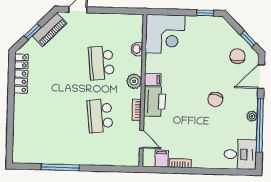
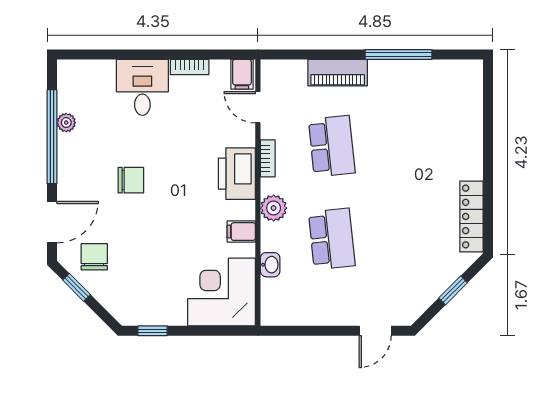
piano: (50, 30) -> (338, 73), moved, turned -135
chair: (237, 56) -> (94, 257), turned 180
filing cabinet: (153, 80) -> (241, 232), moved
chair: (215, 99) -> (131, 180), turned 77
plant: (252, 116) -> (66, 123), moved
desk: (240, 154) -> (142, 87), moved, turned 90
filing cabinet: (162, 159) -> (242, 74), moved

